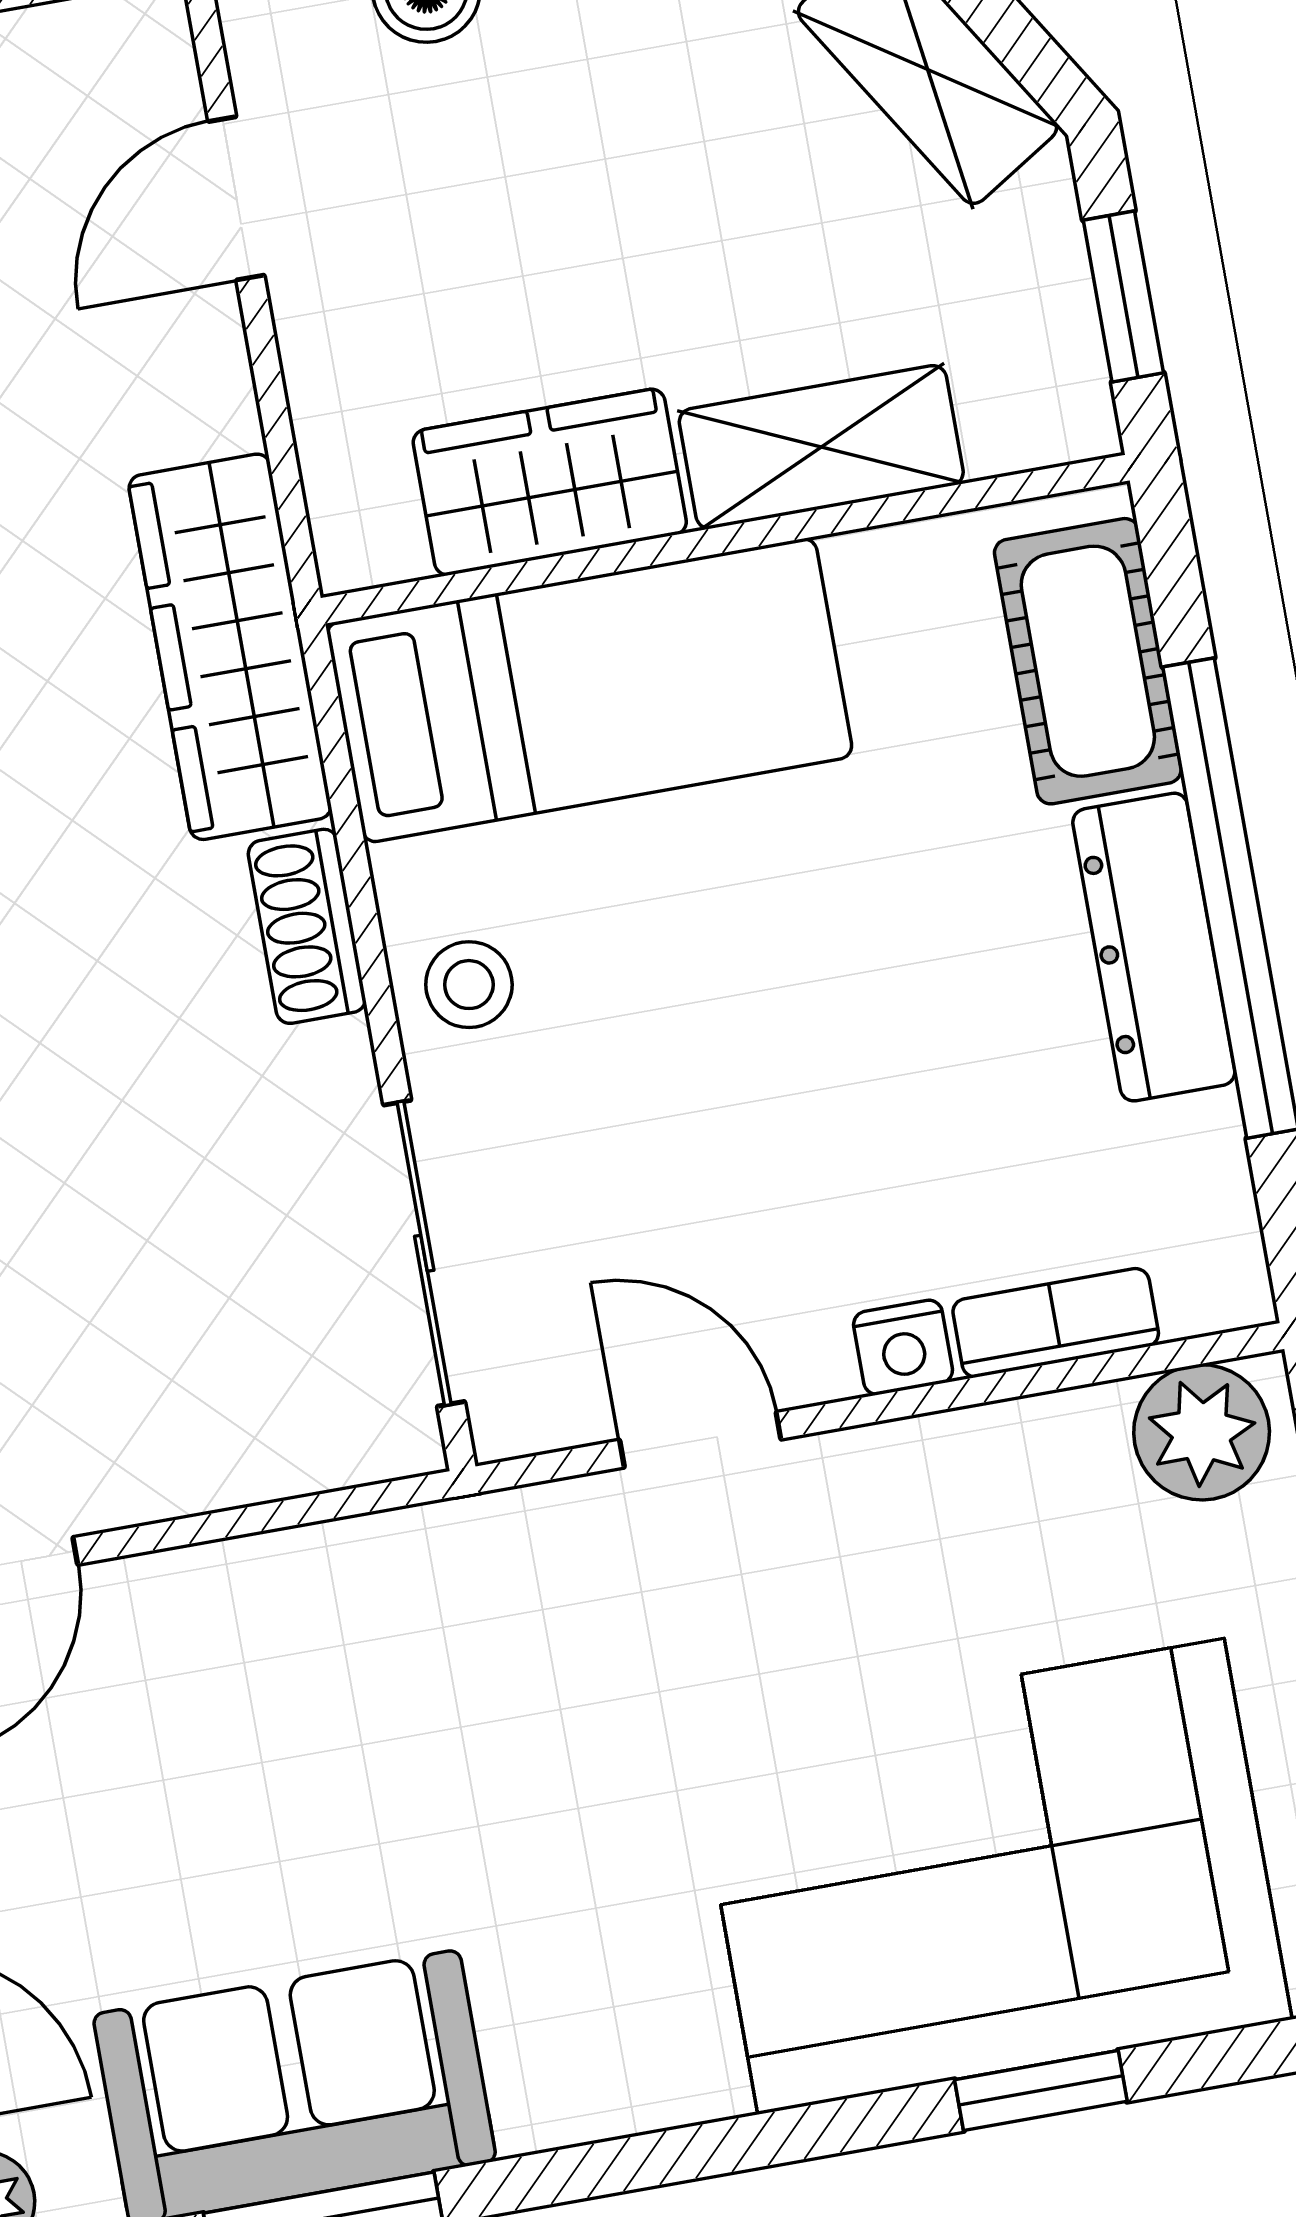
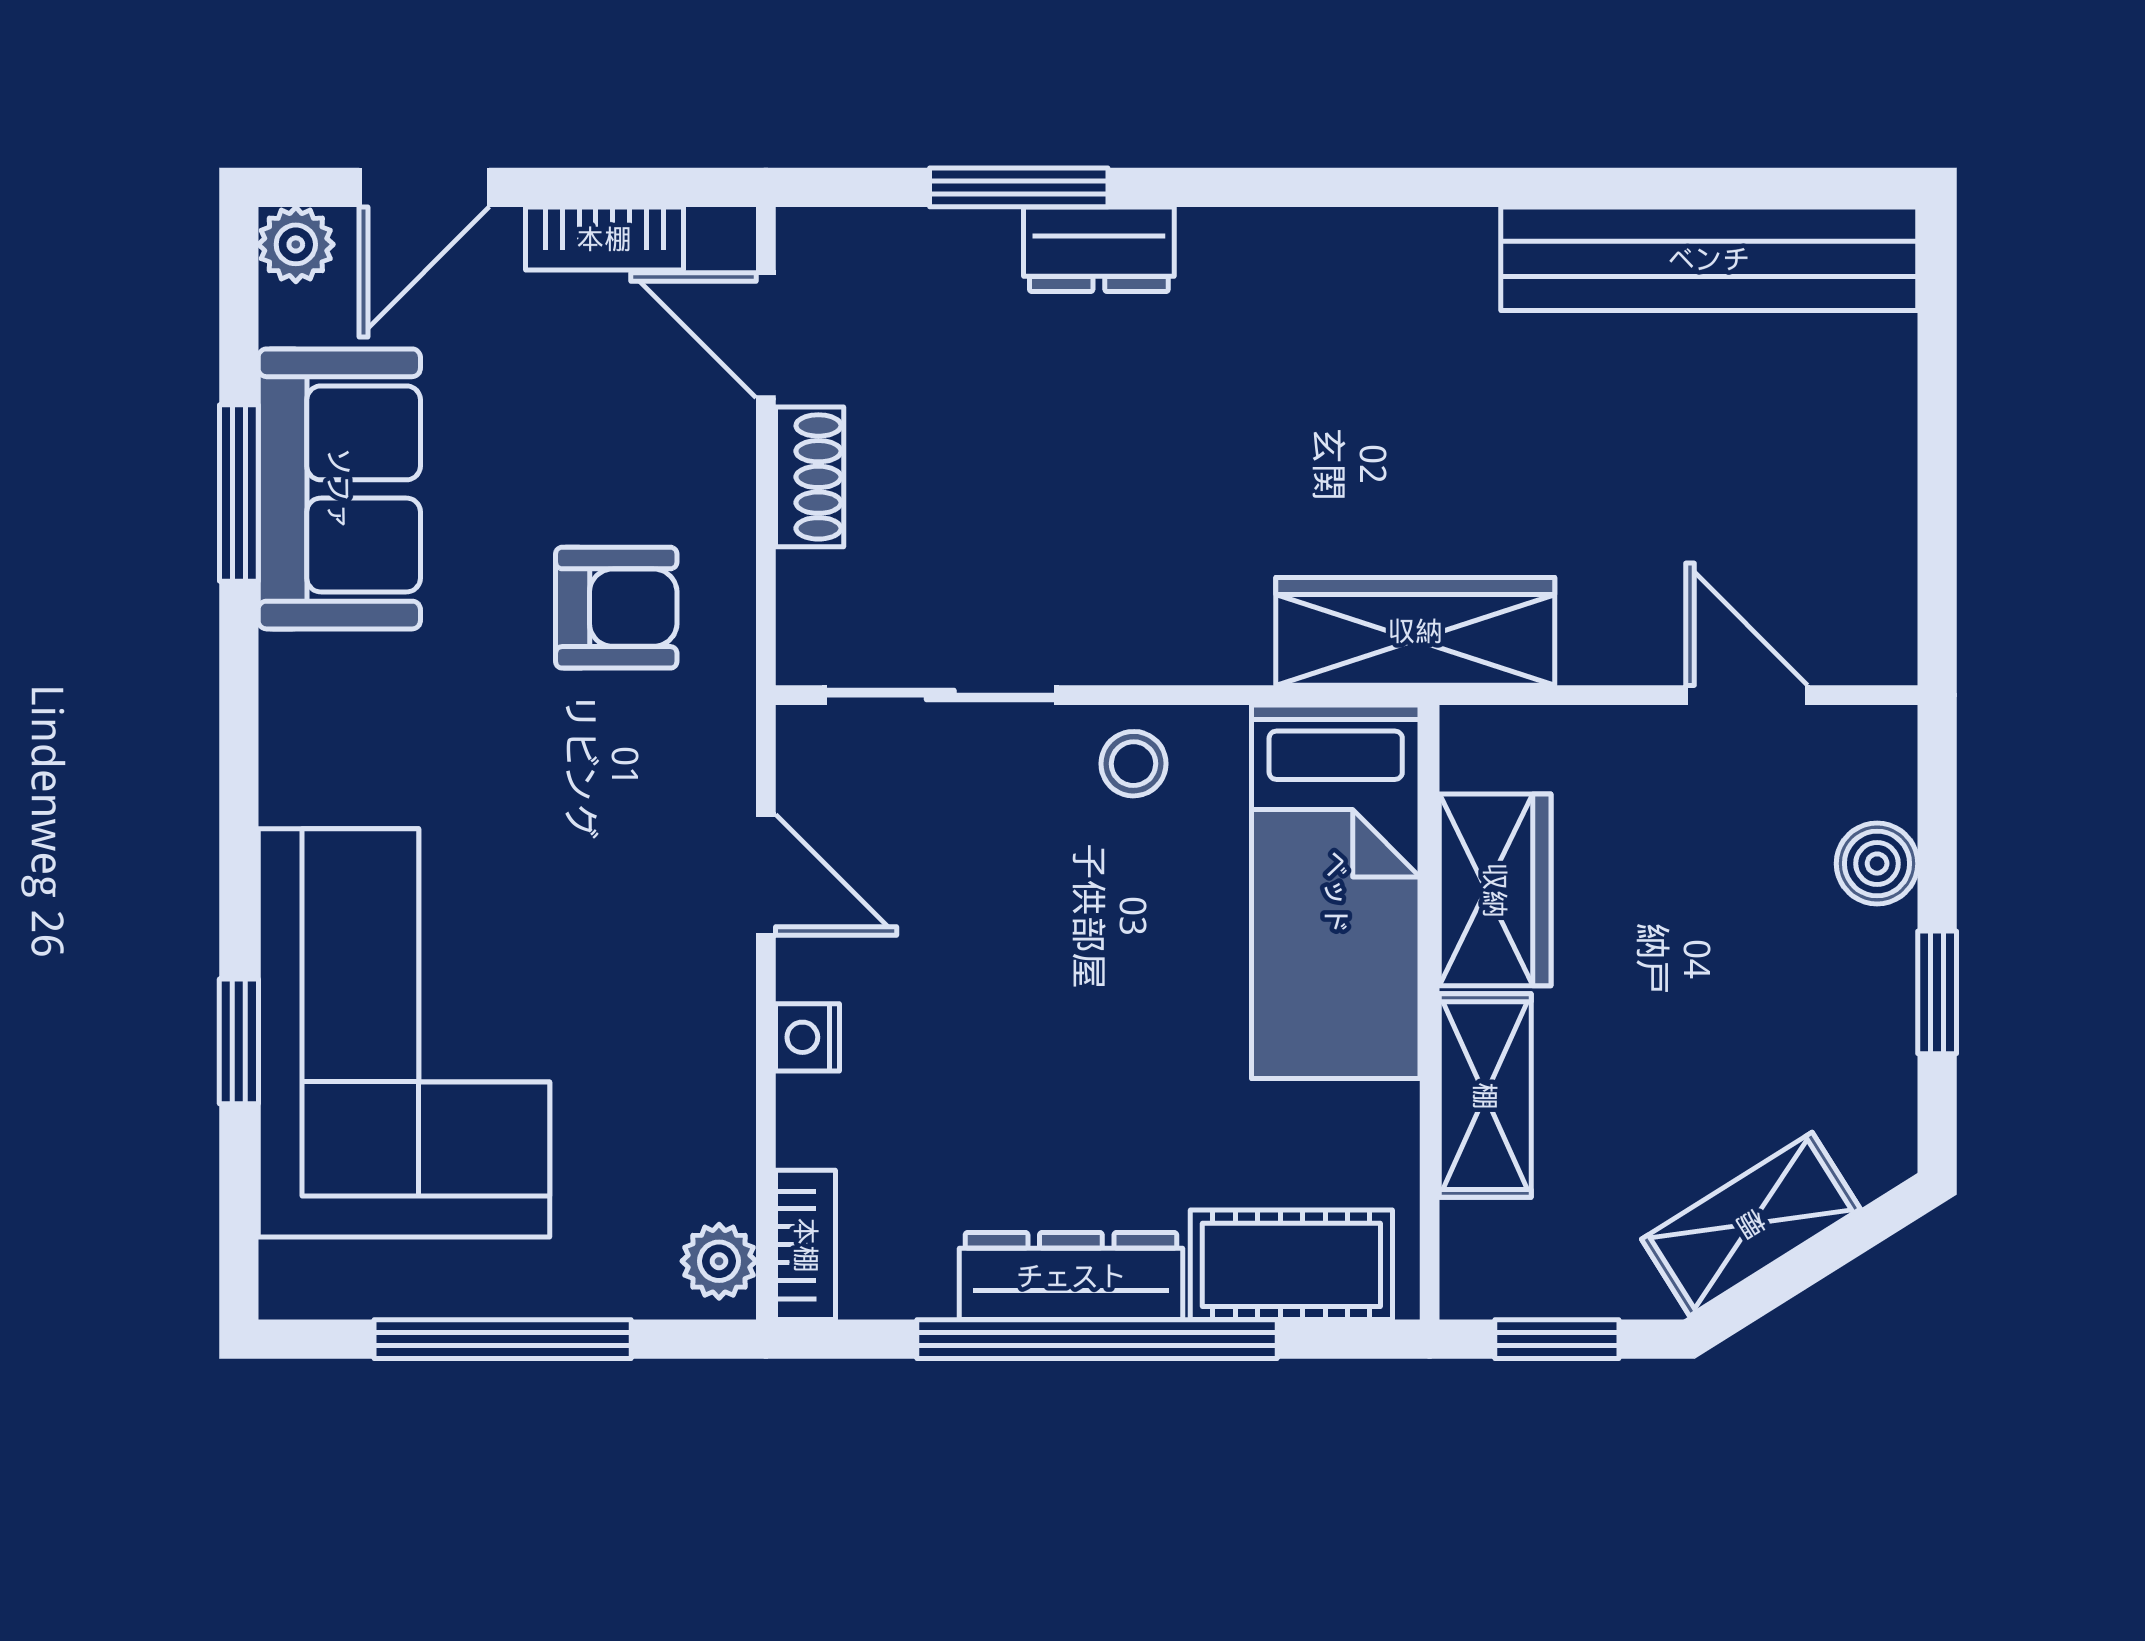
shoe rack: (307, 926) -> (810, 477), moved, turned 90
bookcase: (1056, 1323) -> (806, 1245), moved
plant: (1202, 1432) -> (719, 1261), width x0.73, depth x0.73
door: (700, 1440) -> (766, 875), hinge flipped
armchair: (385, 1698) -> (616, 608), added

